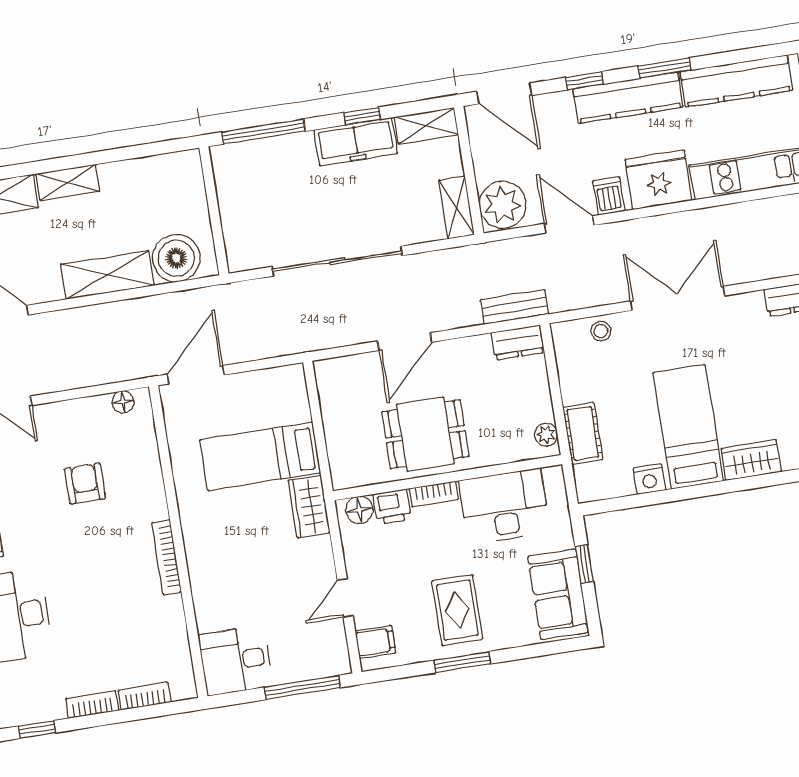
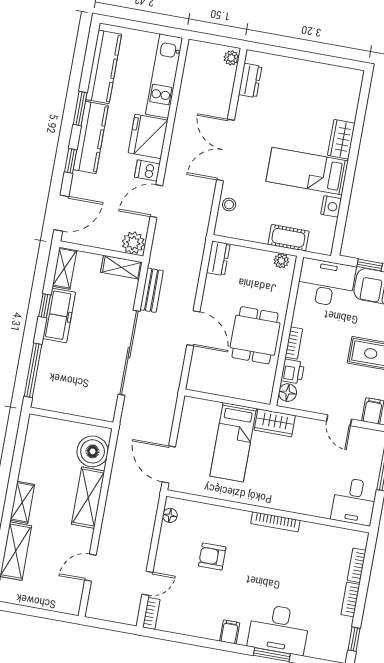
plant: (503, 205) -> (133, 243), width x0.73, depth x0.73
bench: (515, 307) -> (152, 290), moved
desk: (504, 506) -> (326, 283), moved, turned 90

